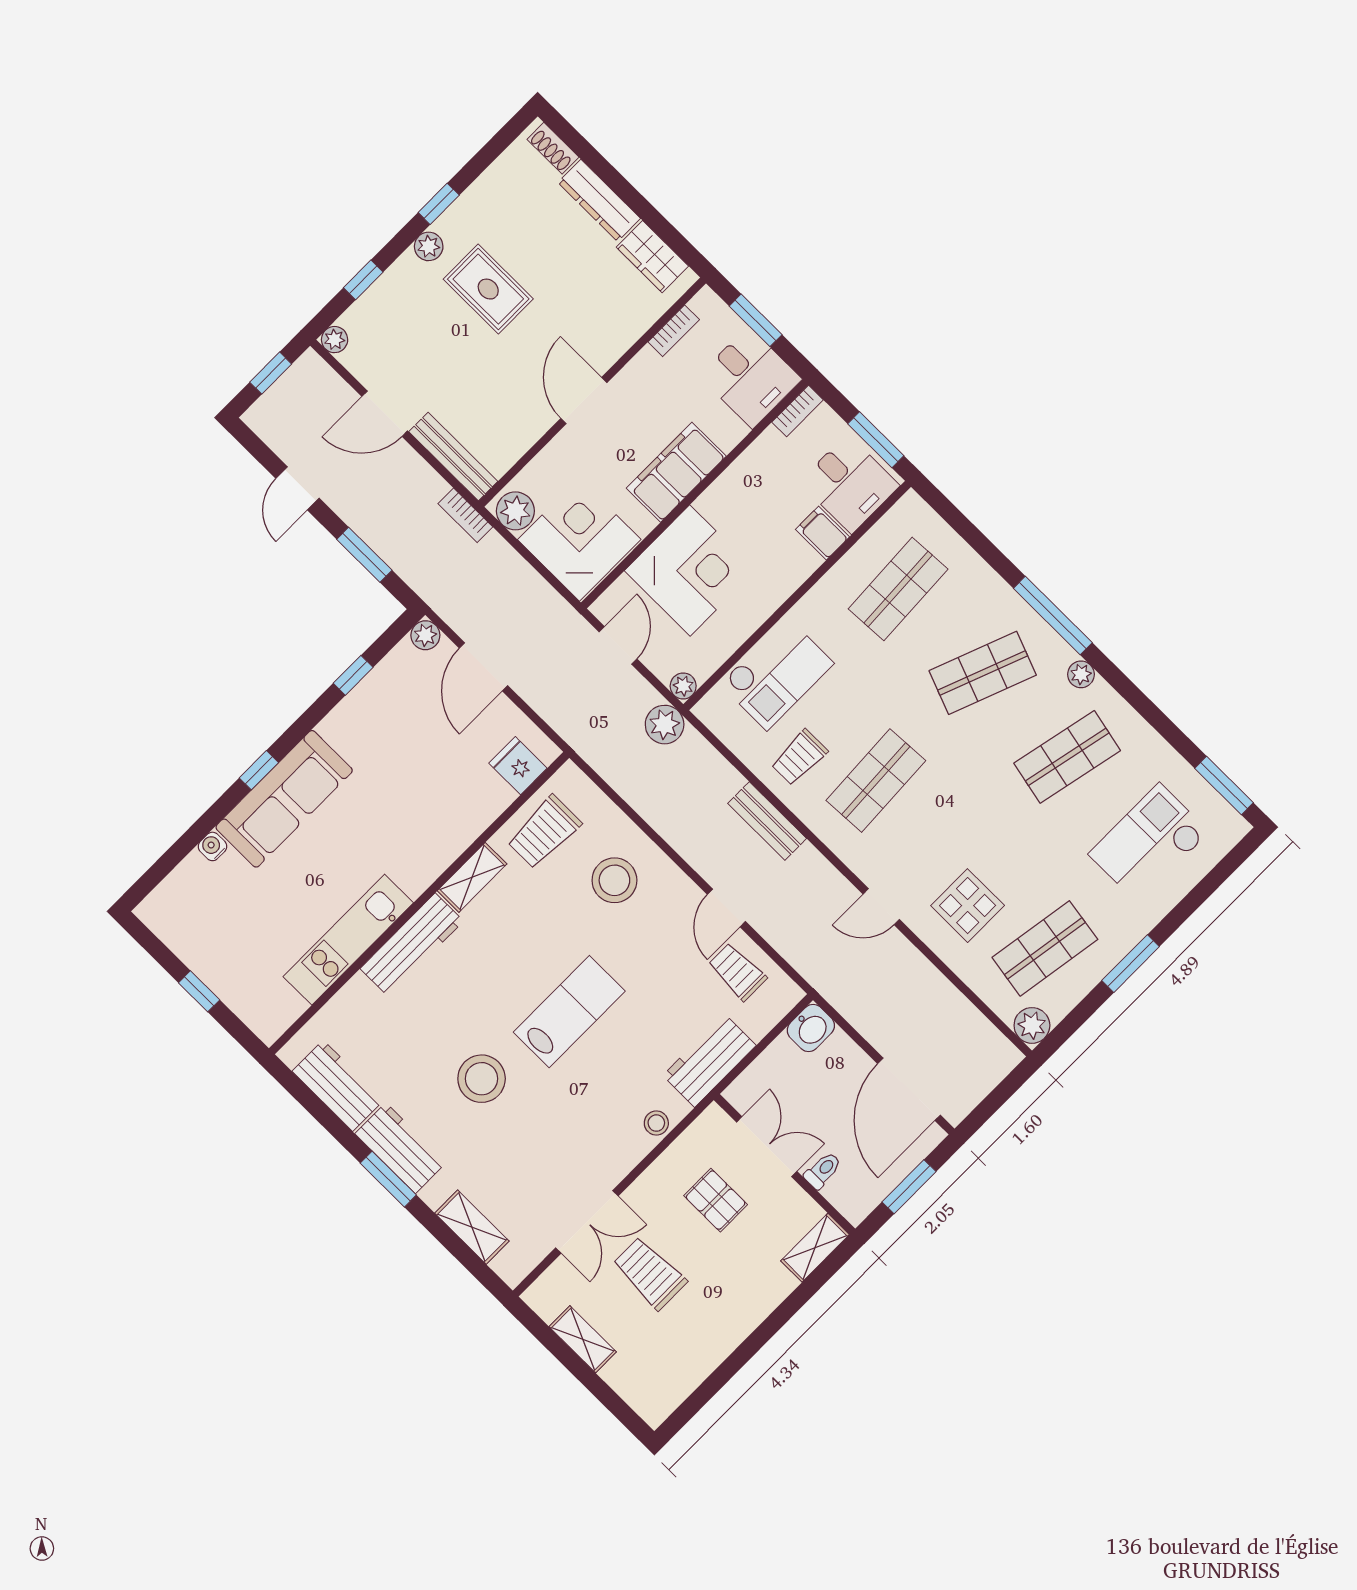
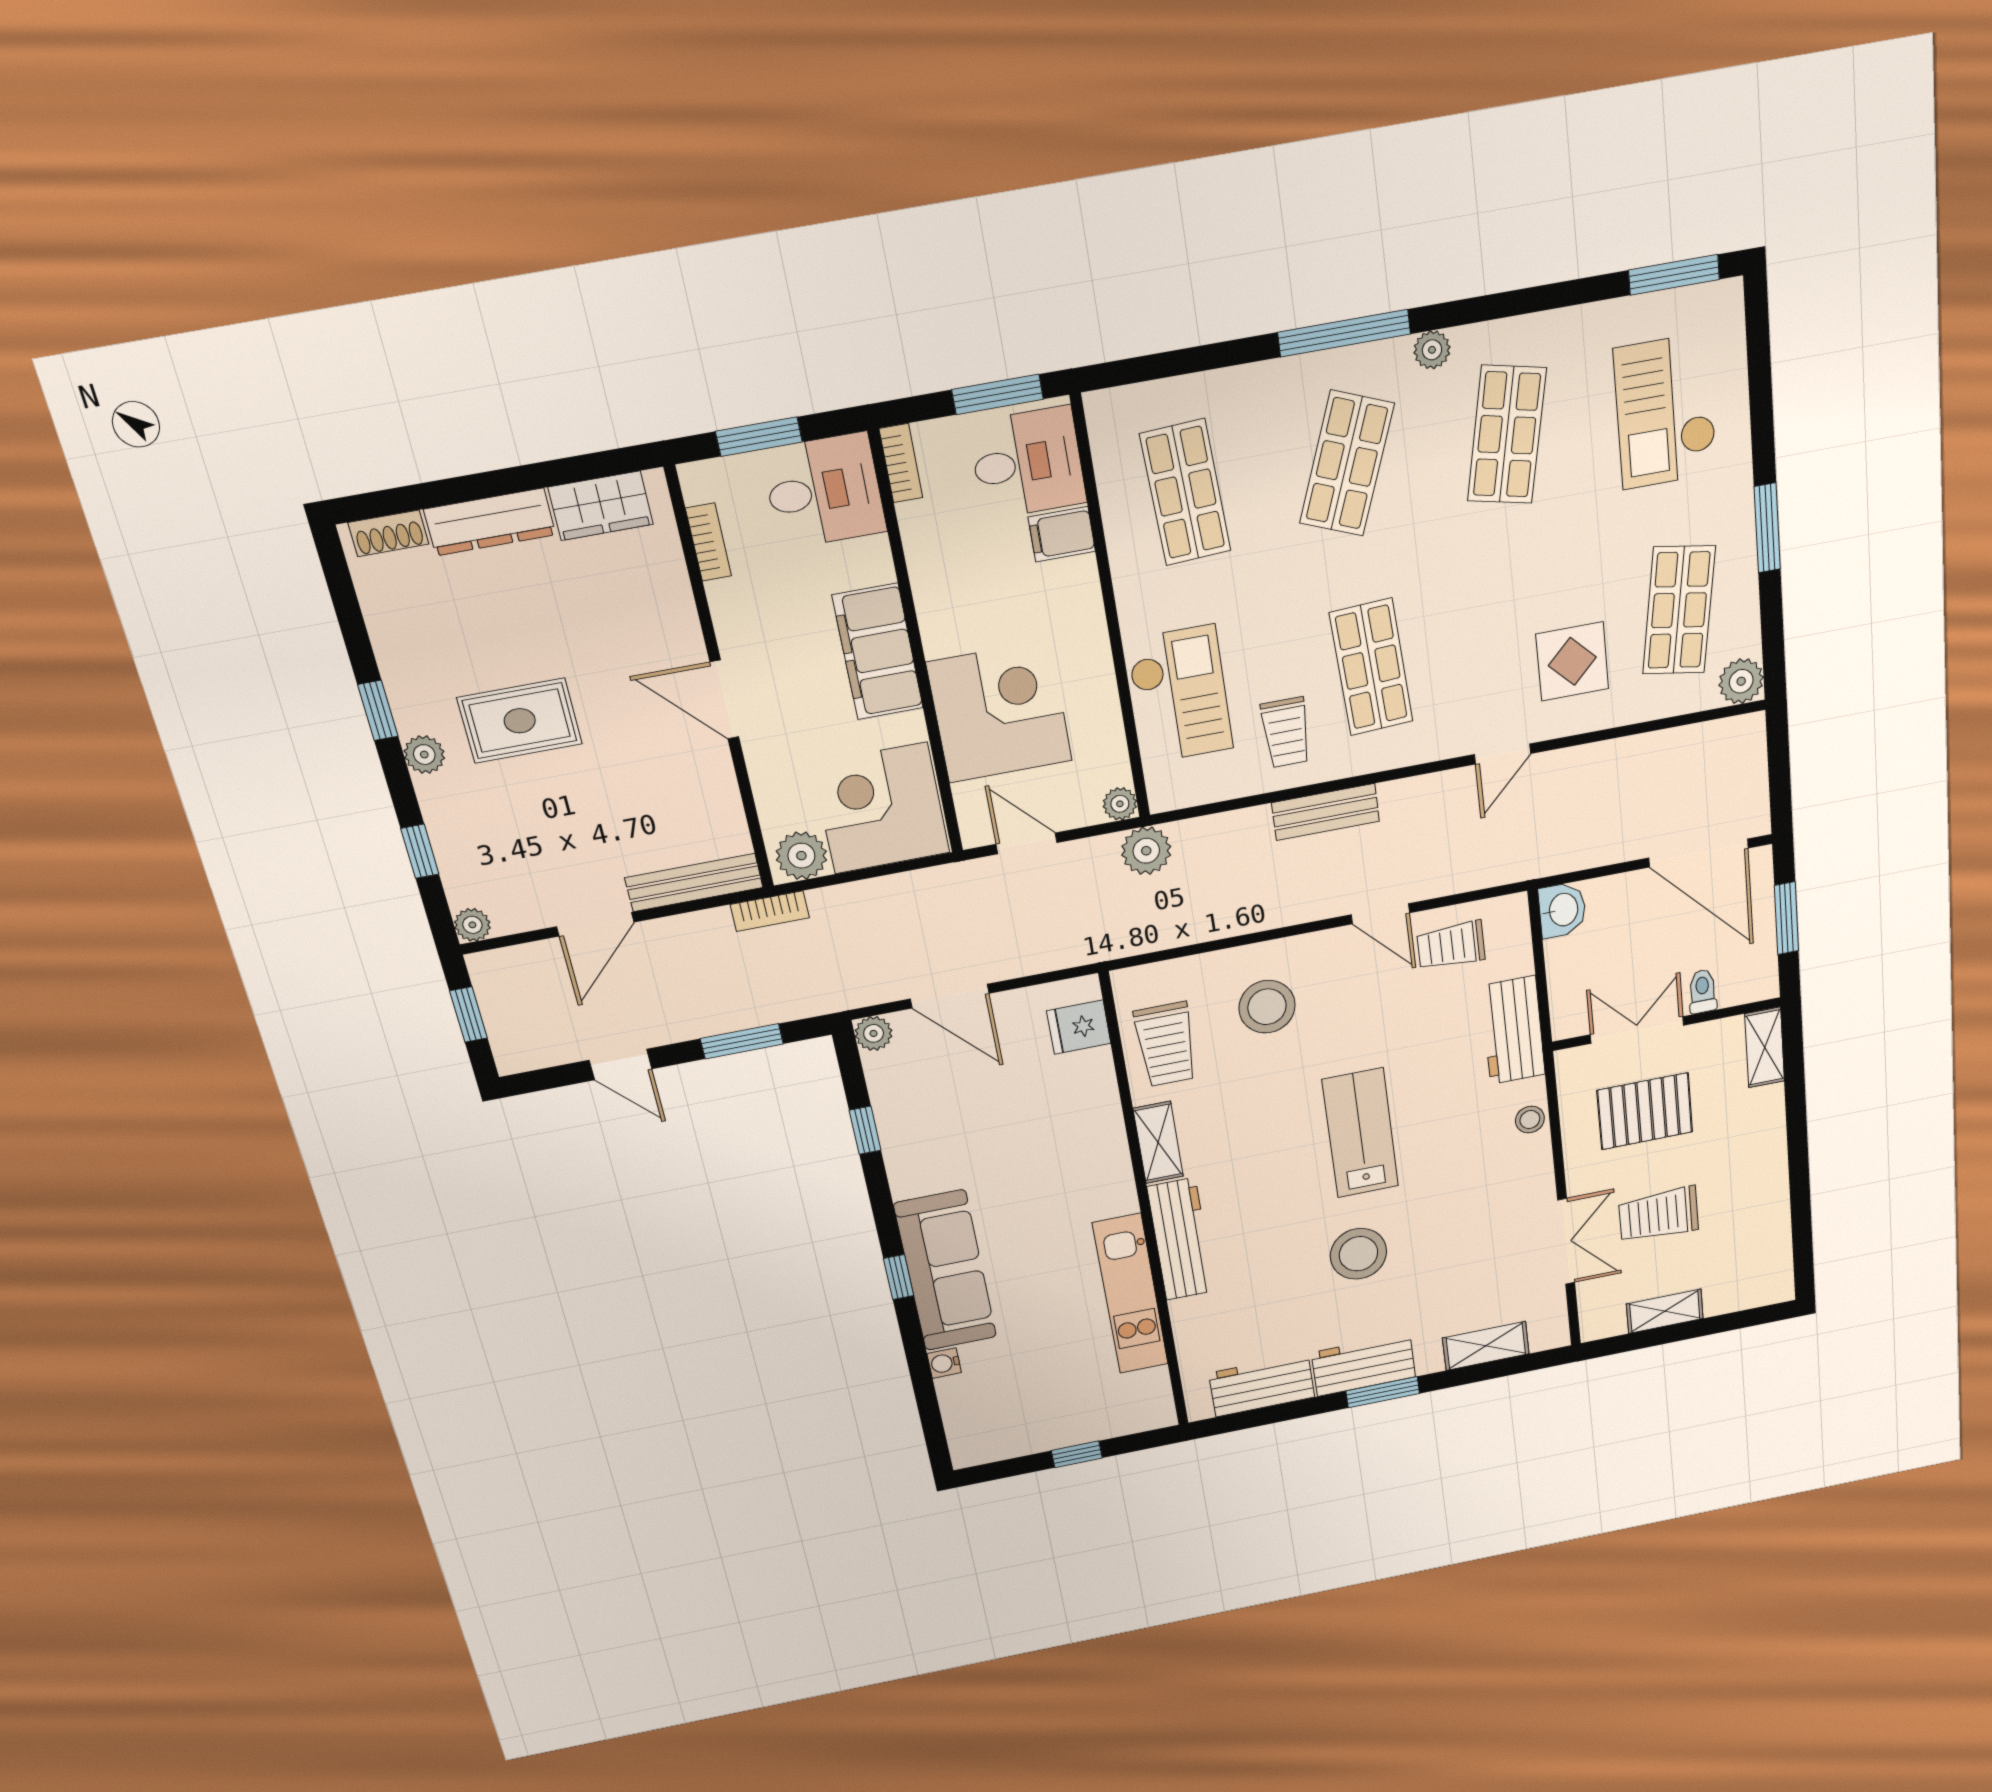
pallet: (716, 1200) -> (1645, 1111), width x1.50, depth x1.42

